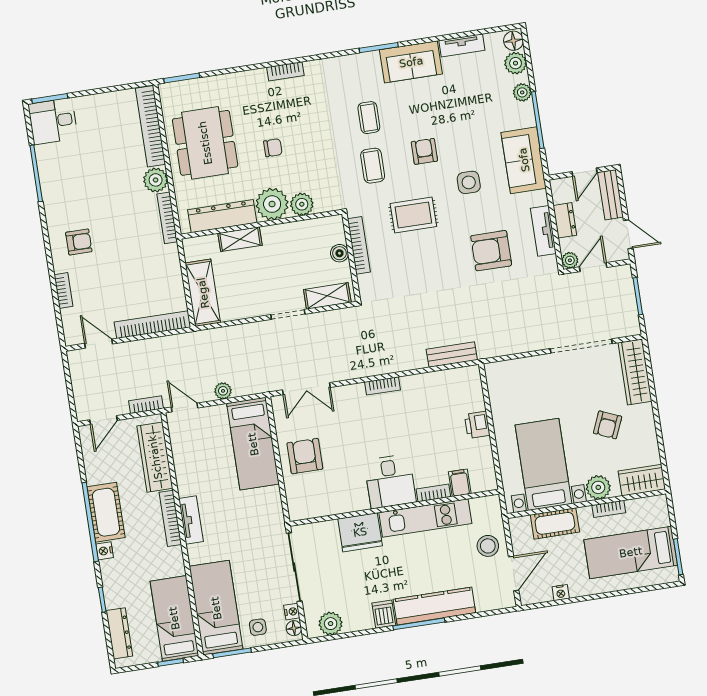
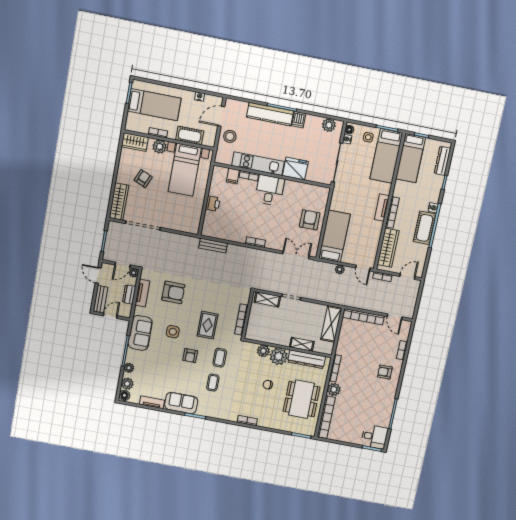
rug: (413, 215) -> (208, 325), turned 90
boiler: (339, 253) -> (253, 319), removed
armchair: (305, 456) -> (310, 220), turned 180

